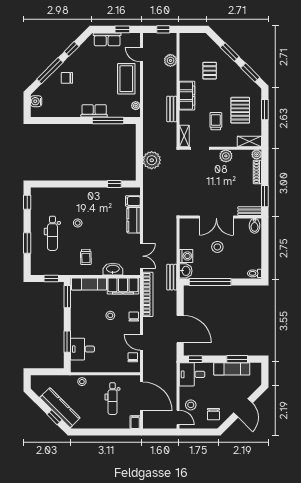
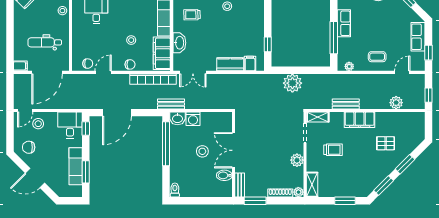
coffee table: (126, 79) -> (377, 57), width x0.54, depth x0.58
pallet: (240, 110) -> (344, 175), removed
bidet: (255, 226) -> (224, 175), moved

